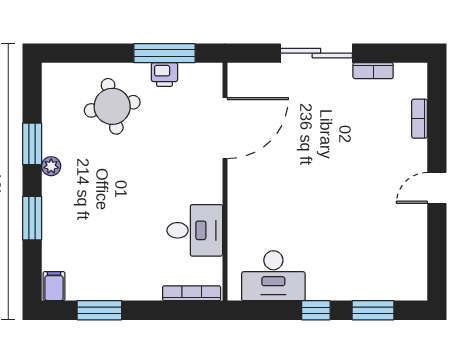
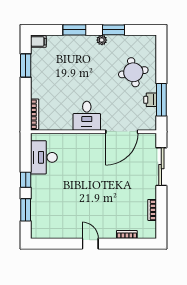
sliding door: (316, 53) -> (161, 167), moved
door: (225, 128) -> (122, 132), hinge flipped
desk: (195, 230) -> (87, 116), moved

